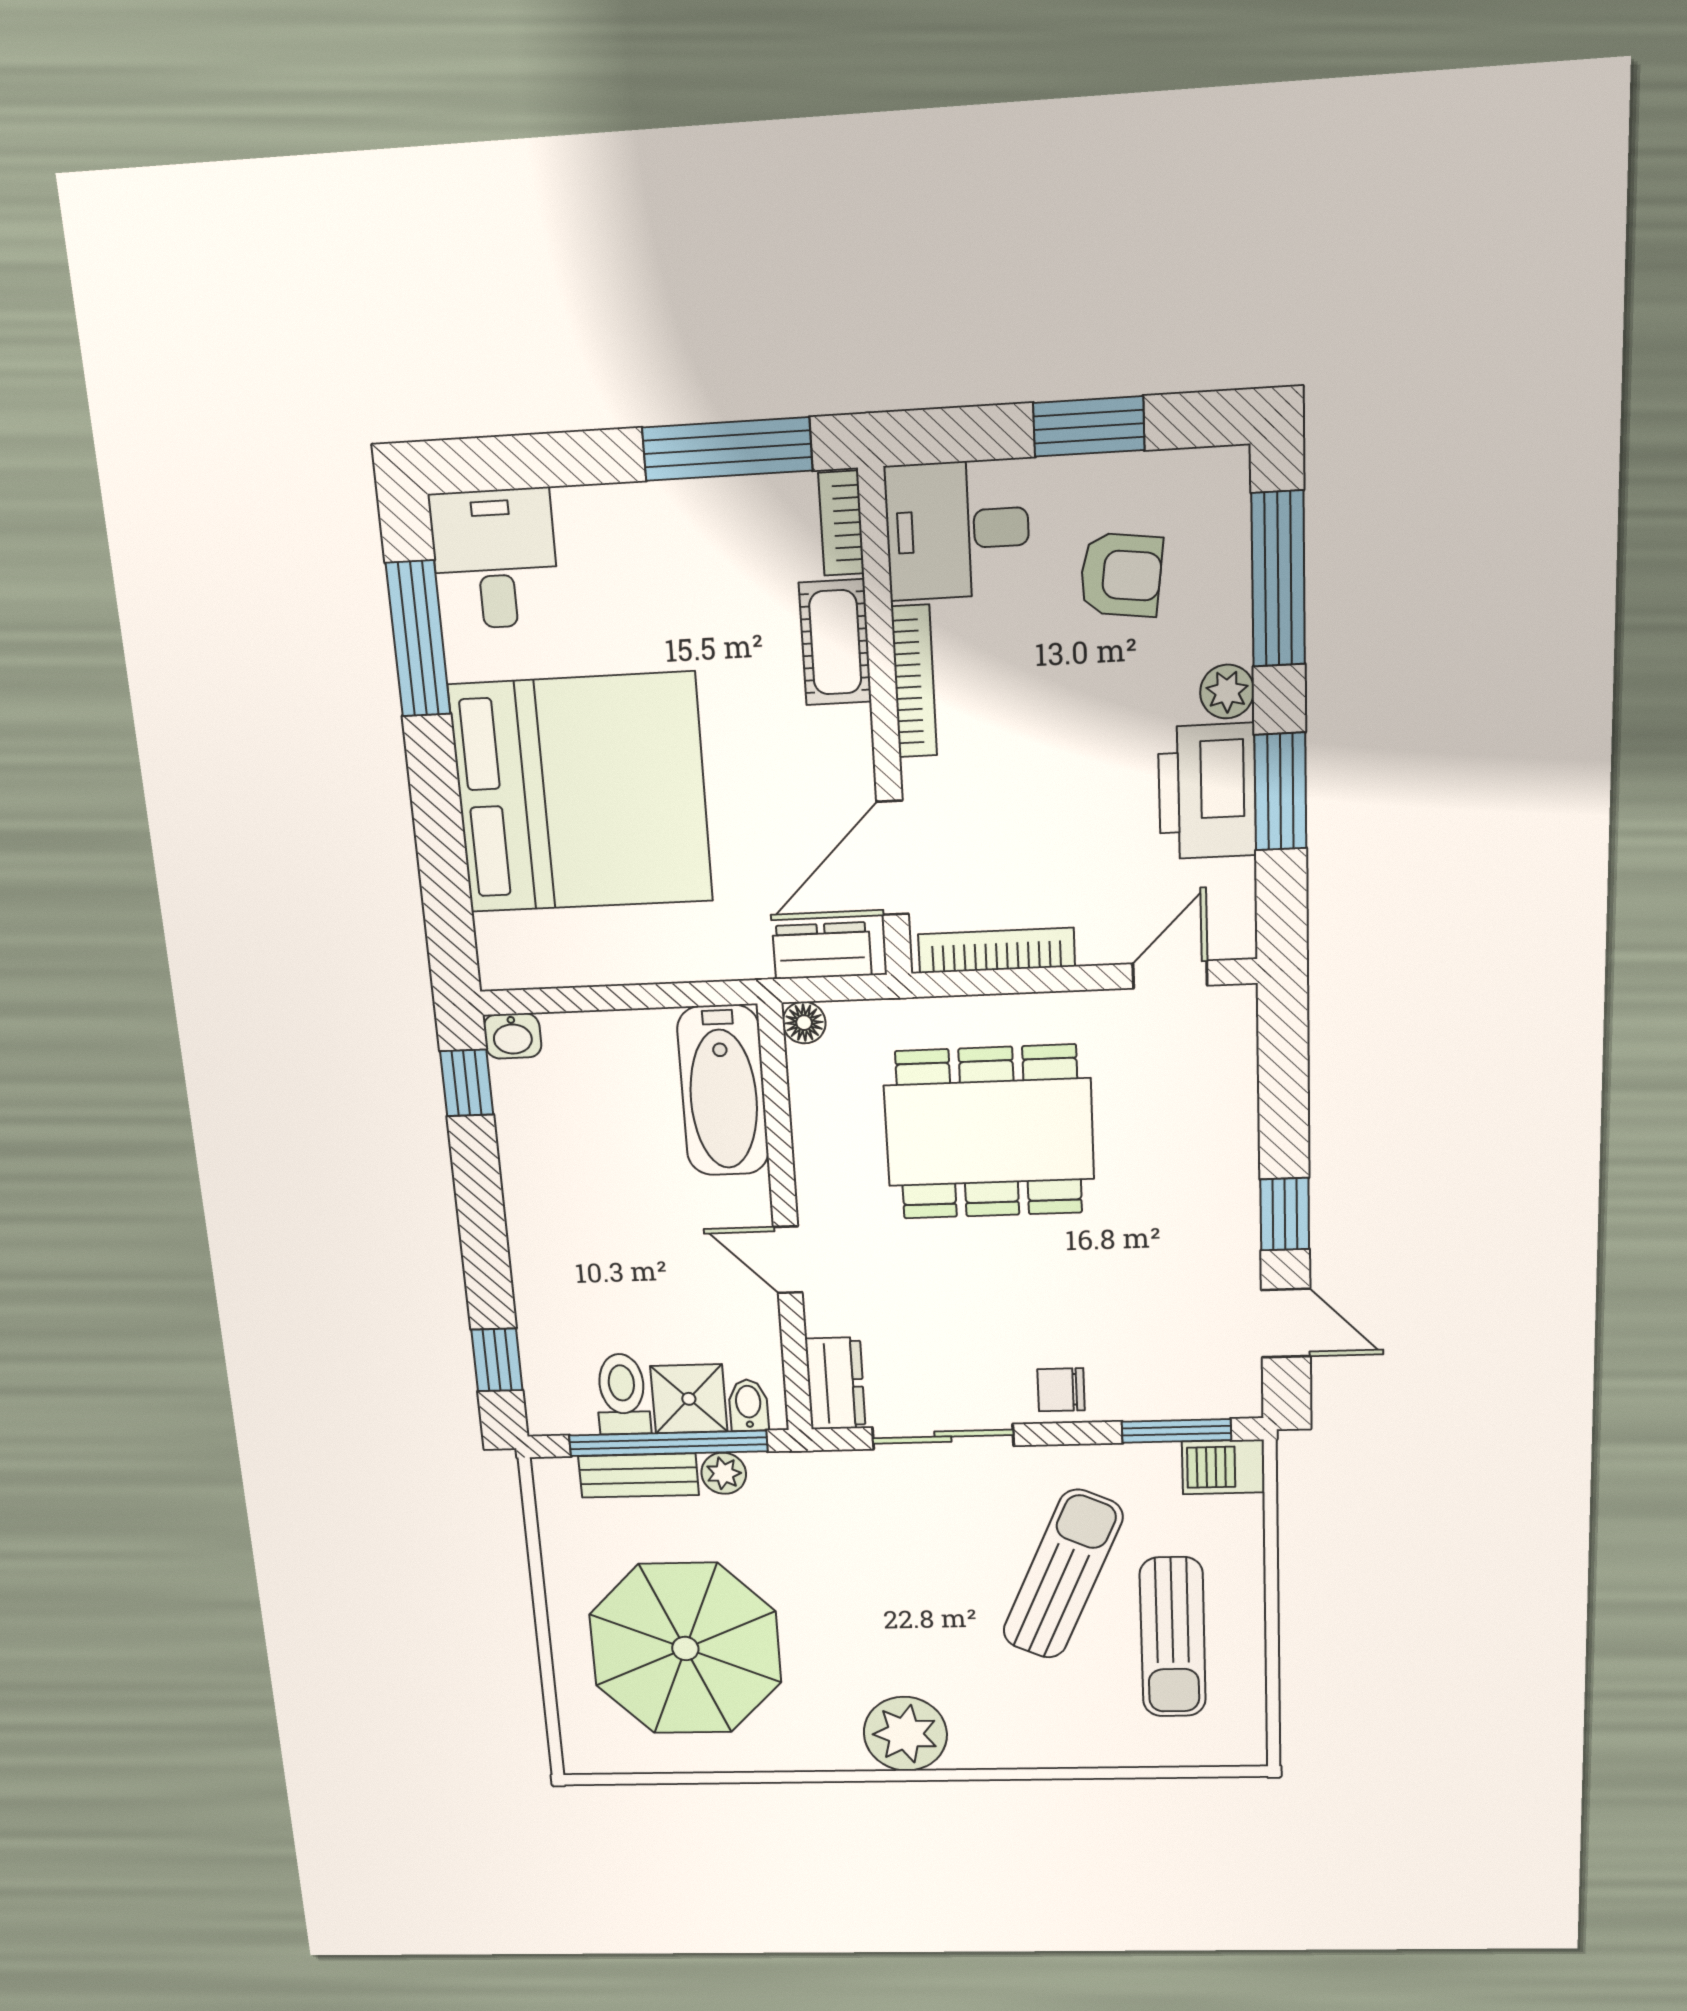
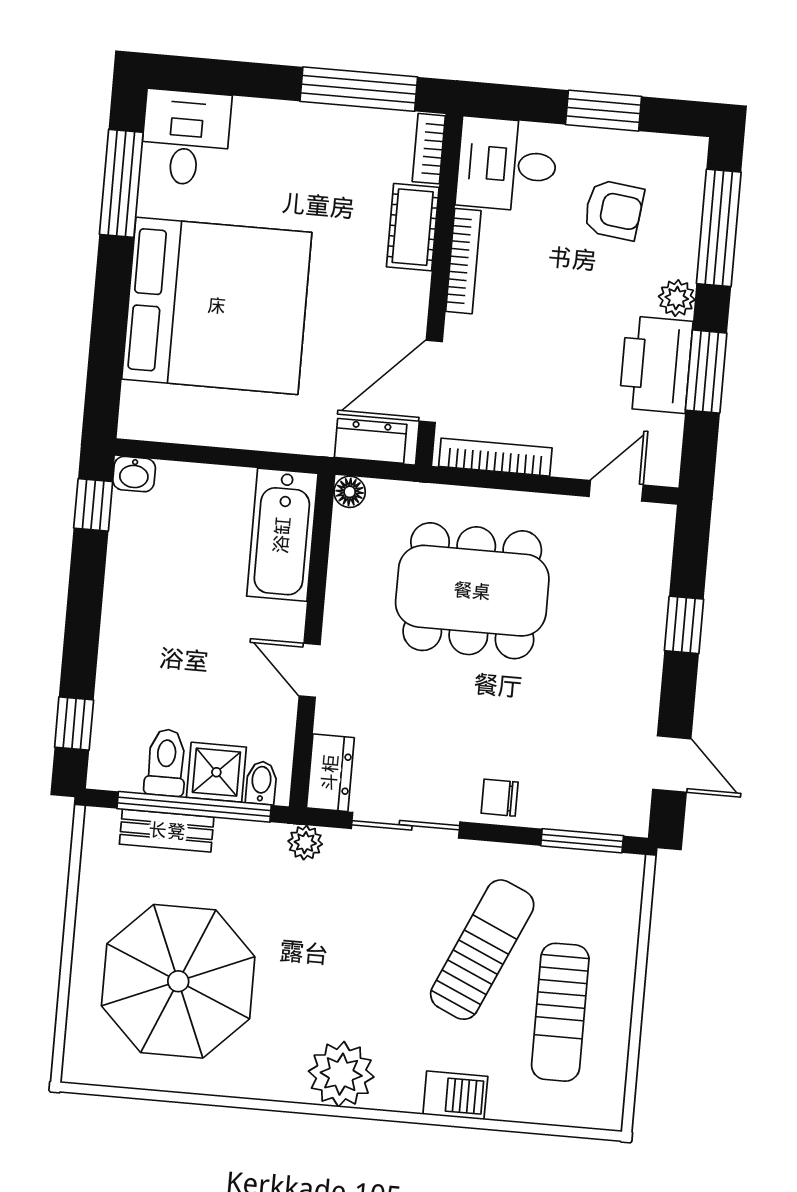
window: (1285, 1214) -> (684, 625), moved
barbecue: (1223, 1467) -> (455, 1095), moved, turned 180
plant: (724, 1473) -> (305, 843), moved

